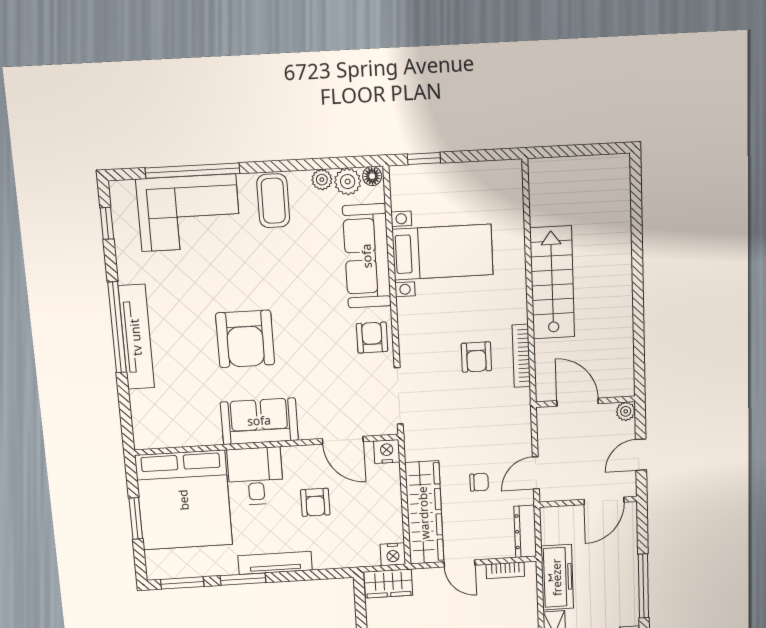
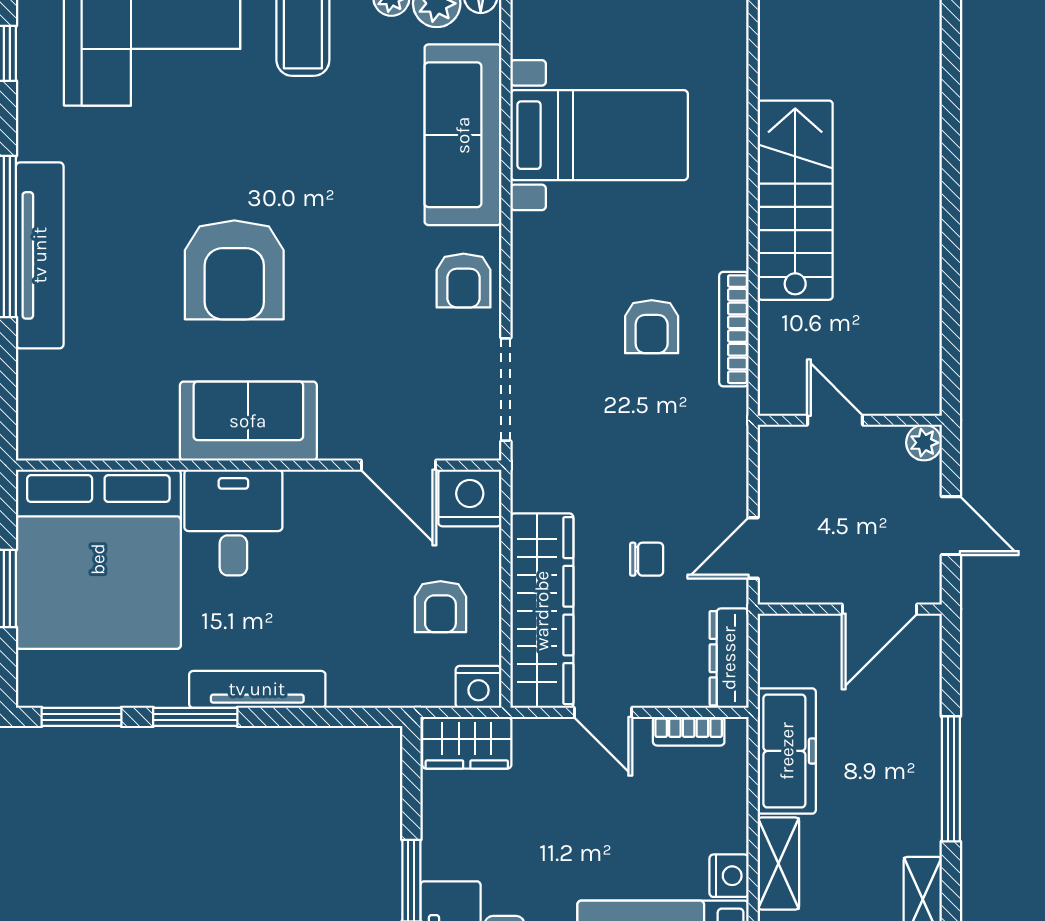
armchair: (372, 338) -> (464, 280), turned 180
door: (578, 402) -> (835, 420), width x0.73
nightstand: (387, 451) -> (470, 498), width x1.36, depth x1.33
door: (641, 455) -> (951, 526), swing flipped
armchair: (315, 502) -> (440, 607), moved

